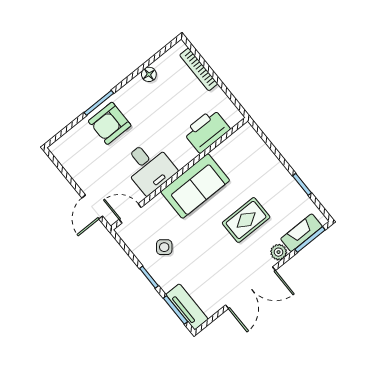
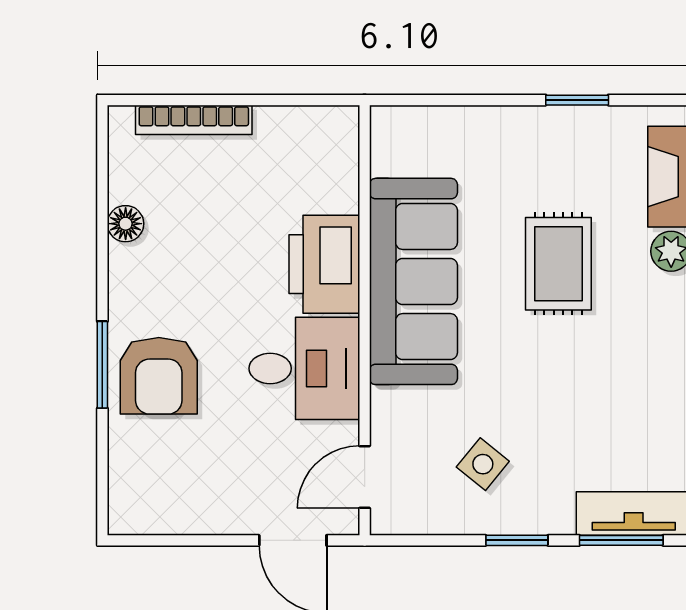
printer: (207, 131) -> (324, 264), moved
sofa: (195, 186) -> (413, 281), width x1.36

